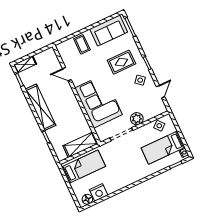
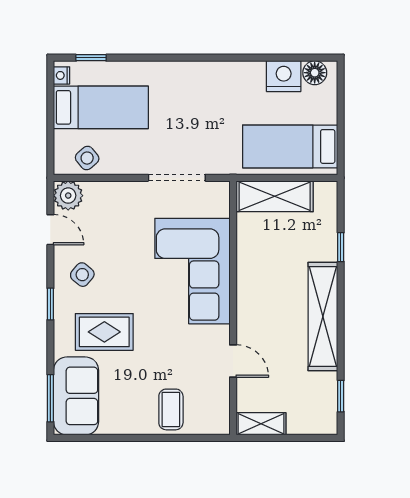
sofa: (109, 30) -> (76, 396), moved, turned 90
shelving: (25, 64) -> (261, 424), moved
door: (160, 92) -> (50, 230), swing flipped
plant: (137, 119) -> (68, 196), moved

